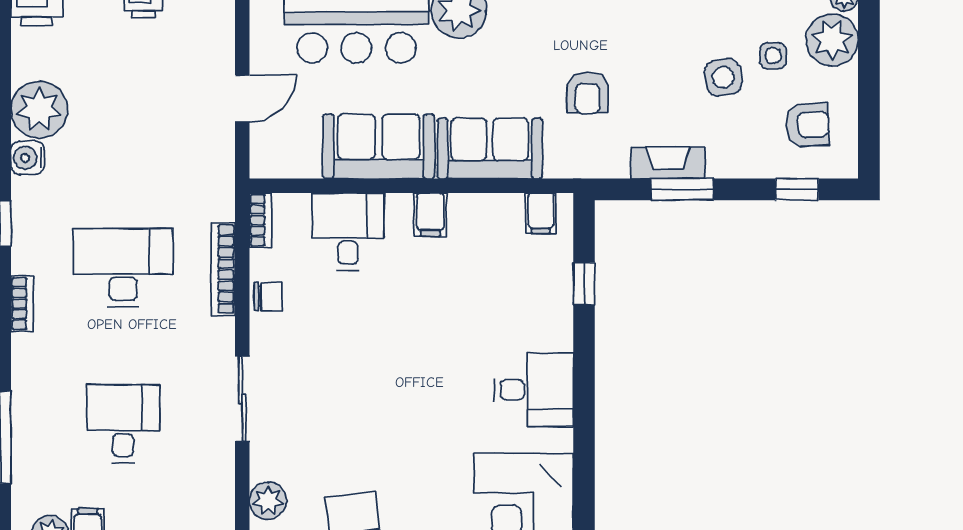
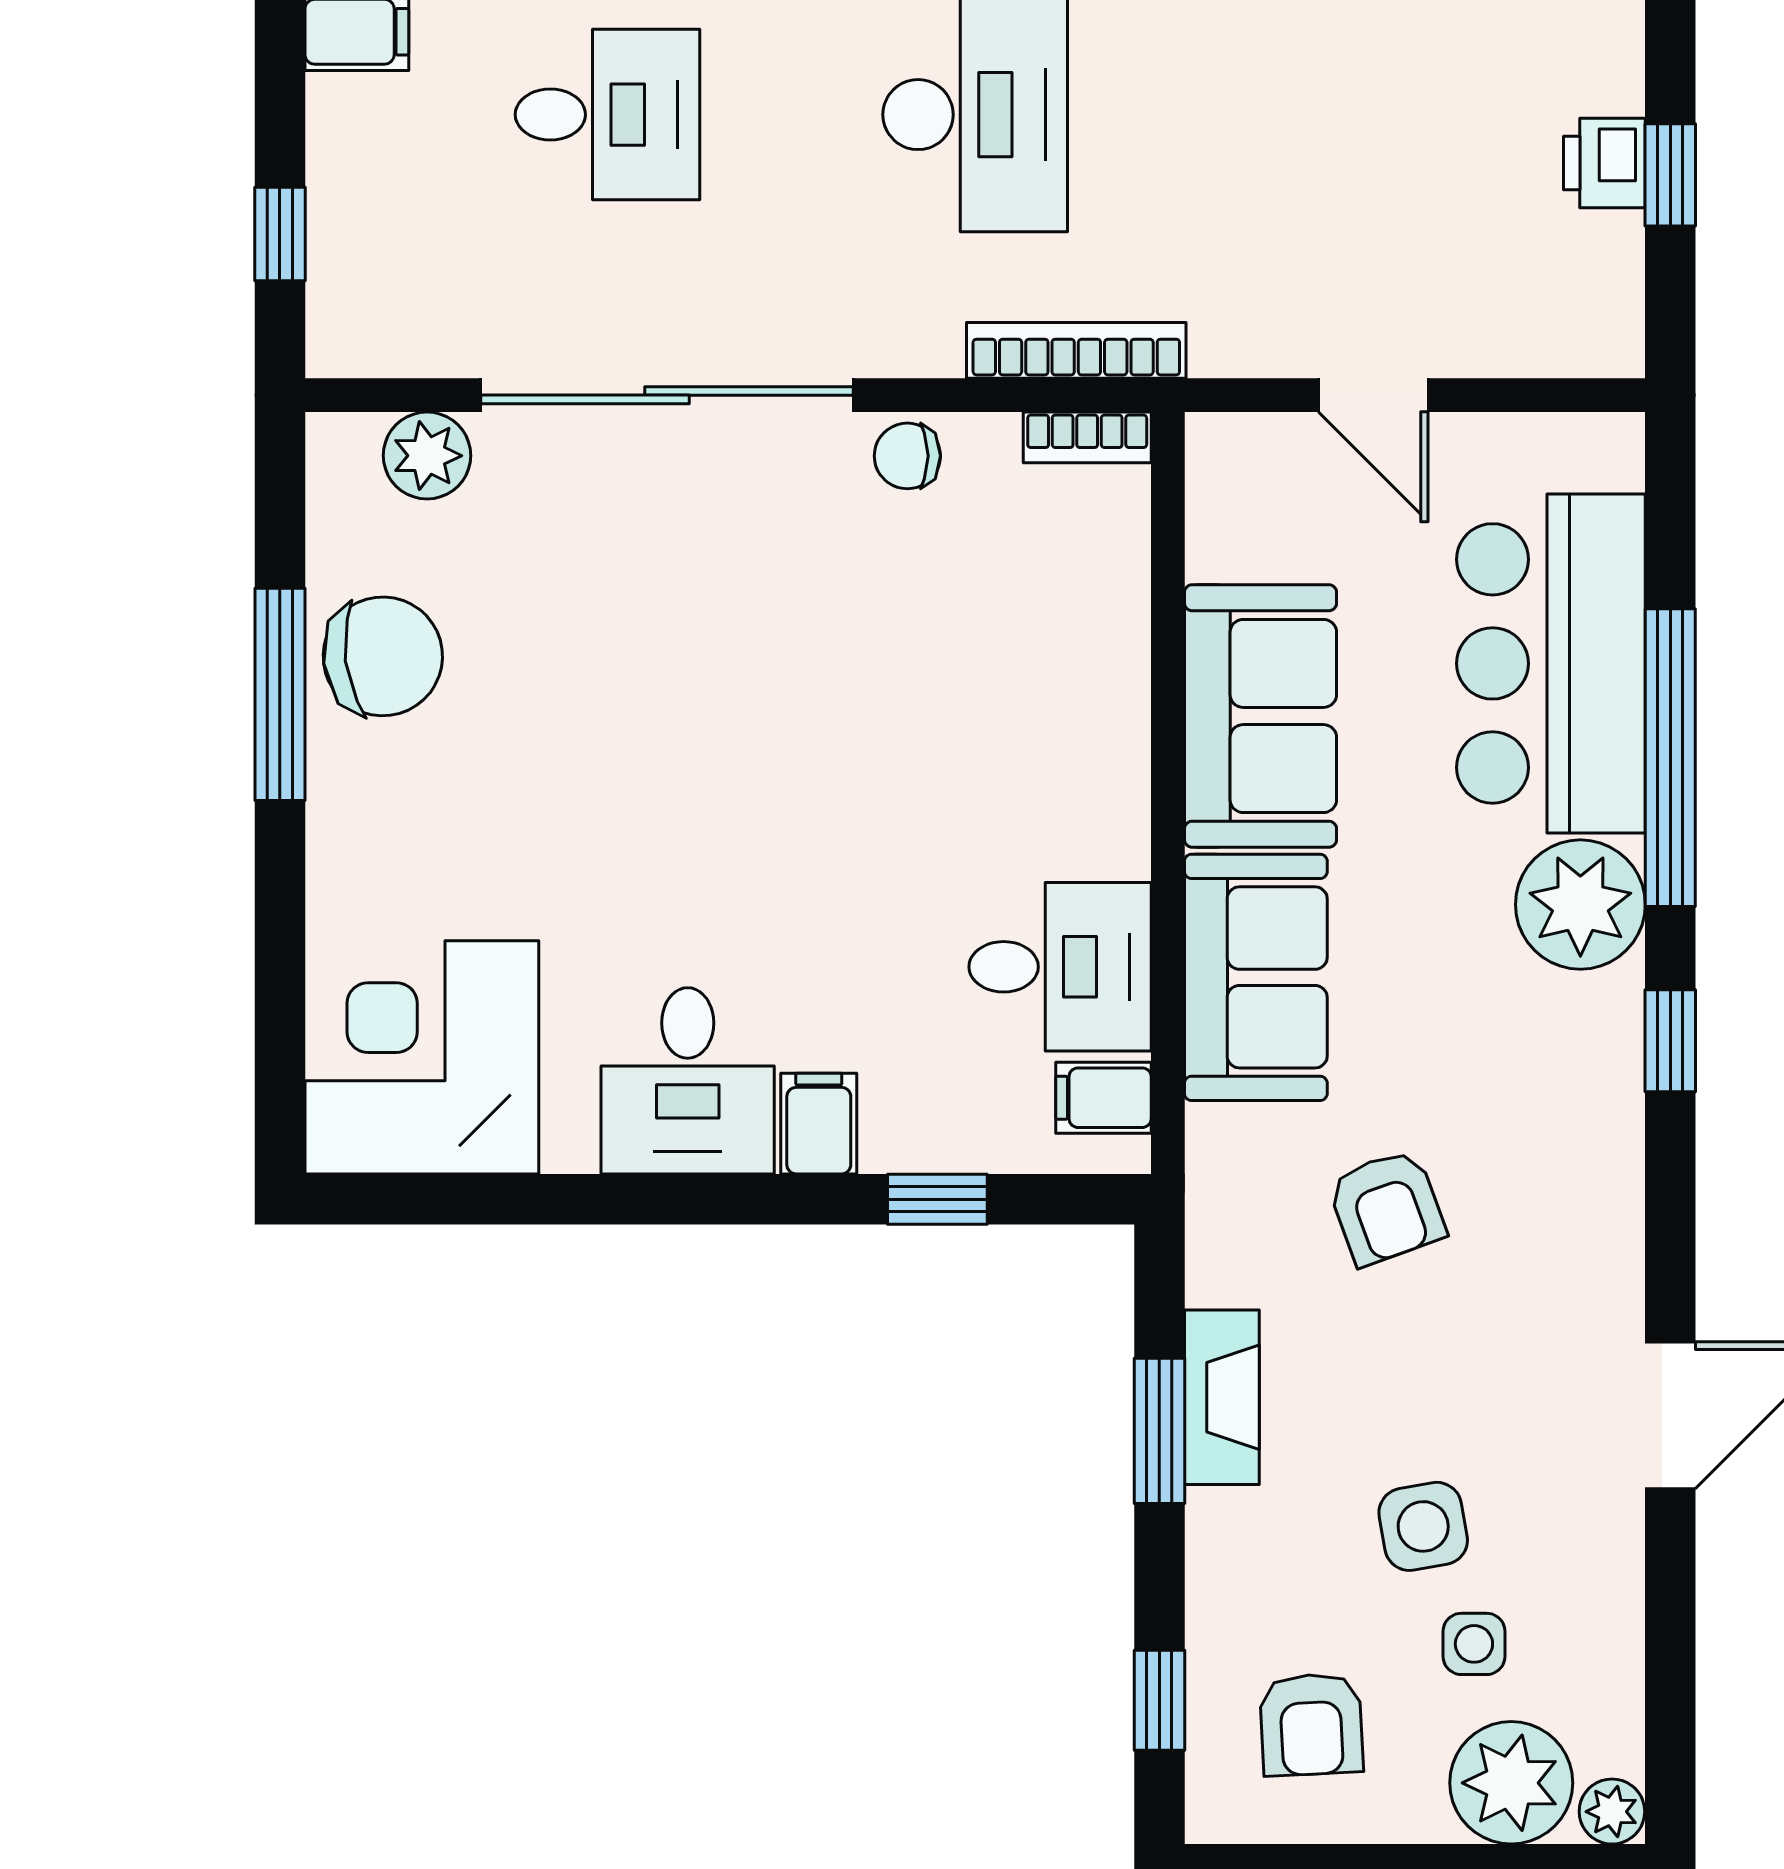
armchair: (587, 93) -> (1386, 1207), turned -110
filing cabinet: (430, 214) -> (819, 1124), moved, turned 90
desk: (348, 232) -> (1060, 967), moved
bookcase: (223, 269) -> (1076, 350), moved
chair: (268, 297) -> (907, 456), turned 90
sliding door: (242, 399) -> (667, 395), width x1.86

